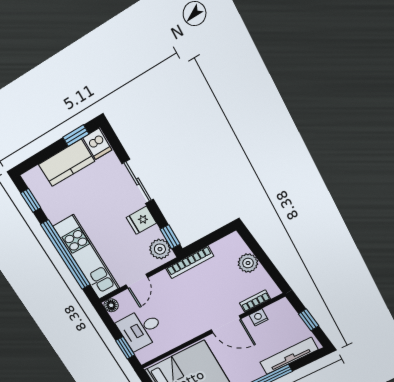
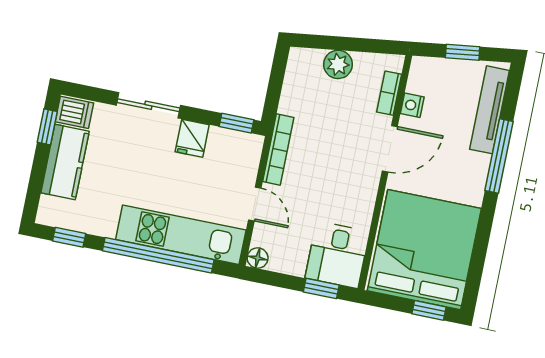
plant: (160, 249) -> (241, 146), removed
bookcase: (190, 262) -> (278, 149), moved
desk: (141, 329) -> (337, 255), moved

